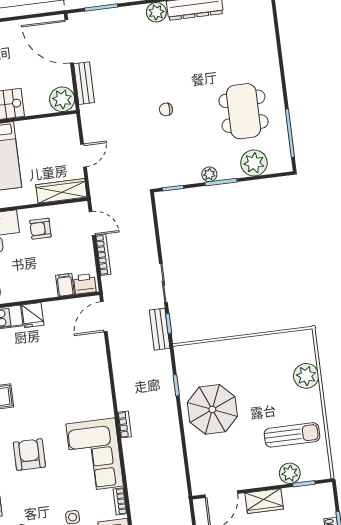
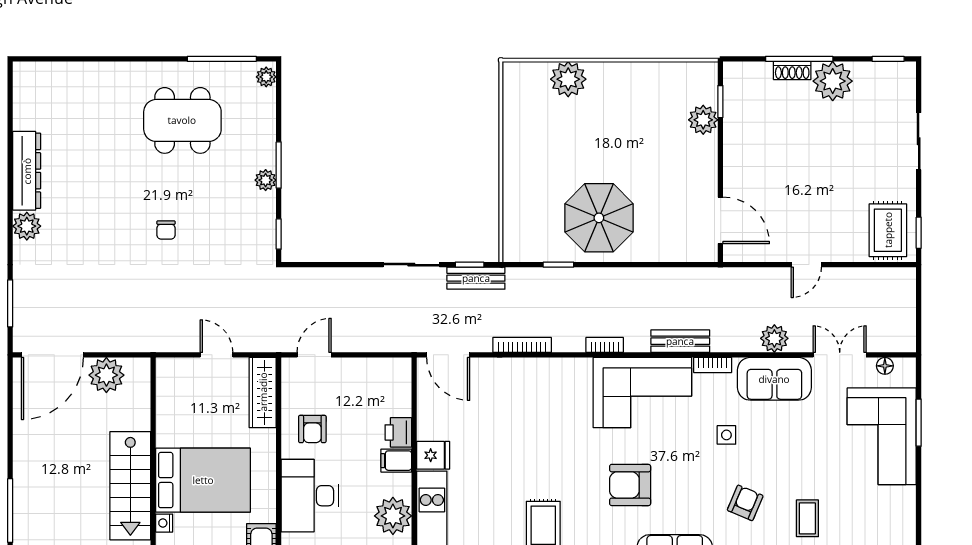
bench: (84, 83) -> (680, 341), moved
plant: (62, 99) -> (106, 375), moved
plant: (254, 163) -> (266, 77), moved, width x0.53, depth x0.53
bookcase: (103, 255) -> (522, 345), moved
printer: (85, 284) -> (398, 432), moved
filing cabinet: (65, 285) -> (396, 461), moved
sun lounger: (292, 435) -> (649, 110), removed
wardrobe: (264, 501) -> (738, 161), removed

